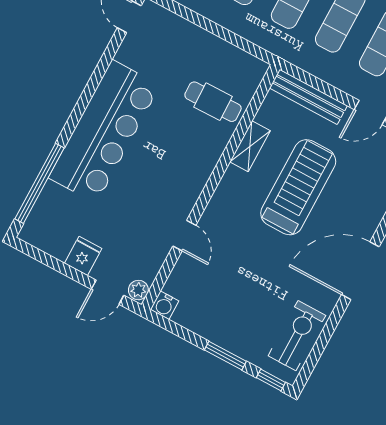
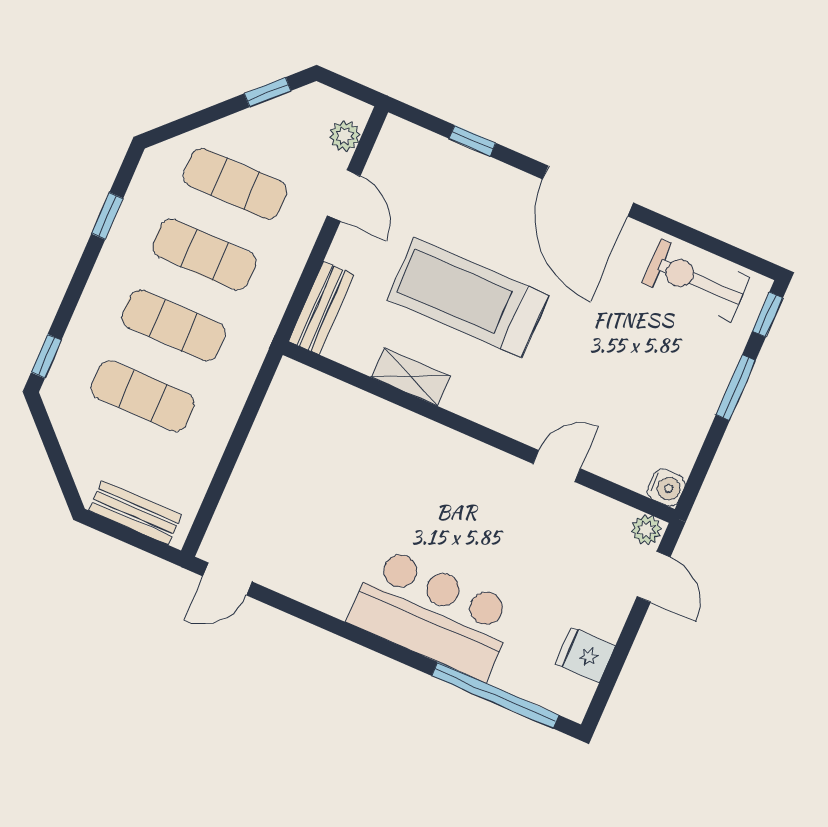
bench: (308, 97) -> (321, 308), width x0.73
cafe table: (213, 102) -> (347, 439), removed
bar counter: (104, 132) -> (433, 614), width x0.73
fridge: (83, 256) -> (585, 655), moved

